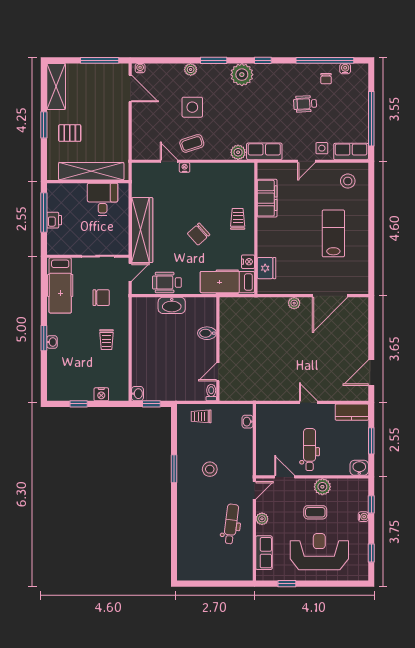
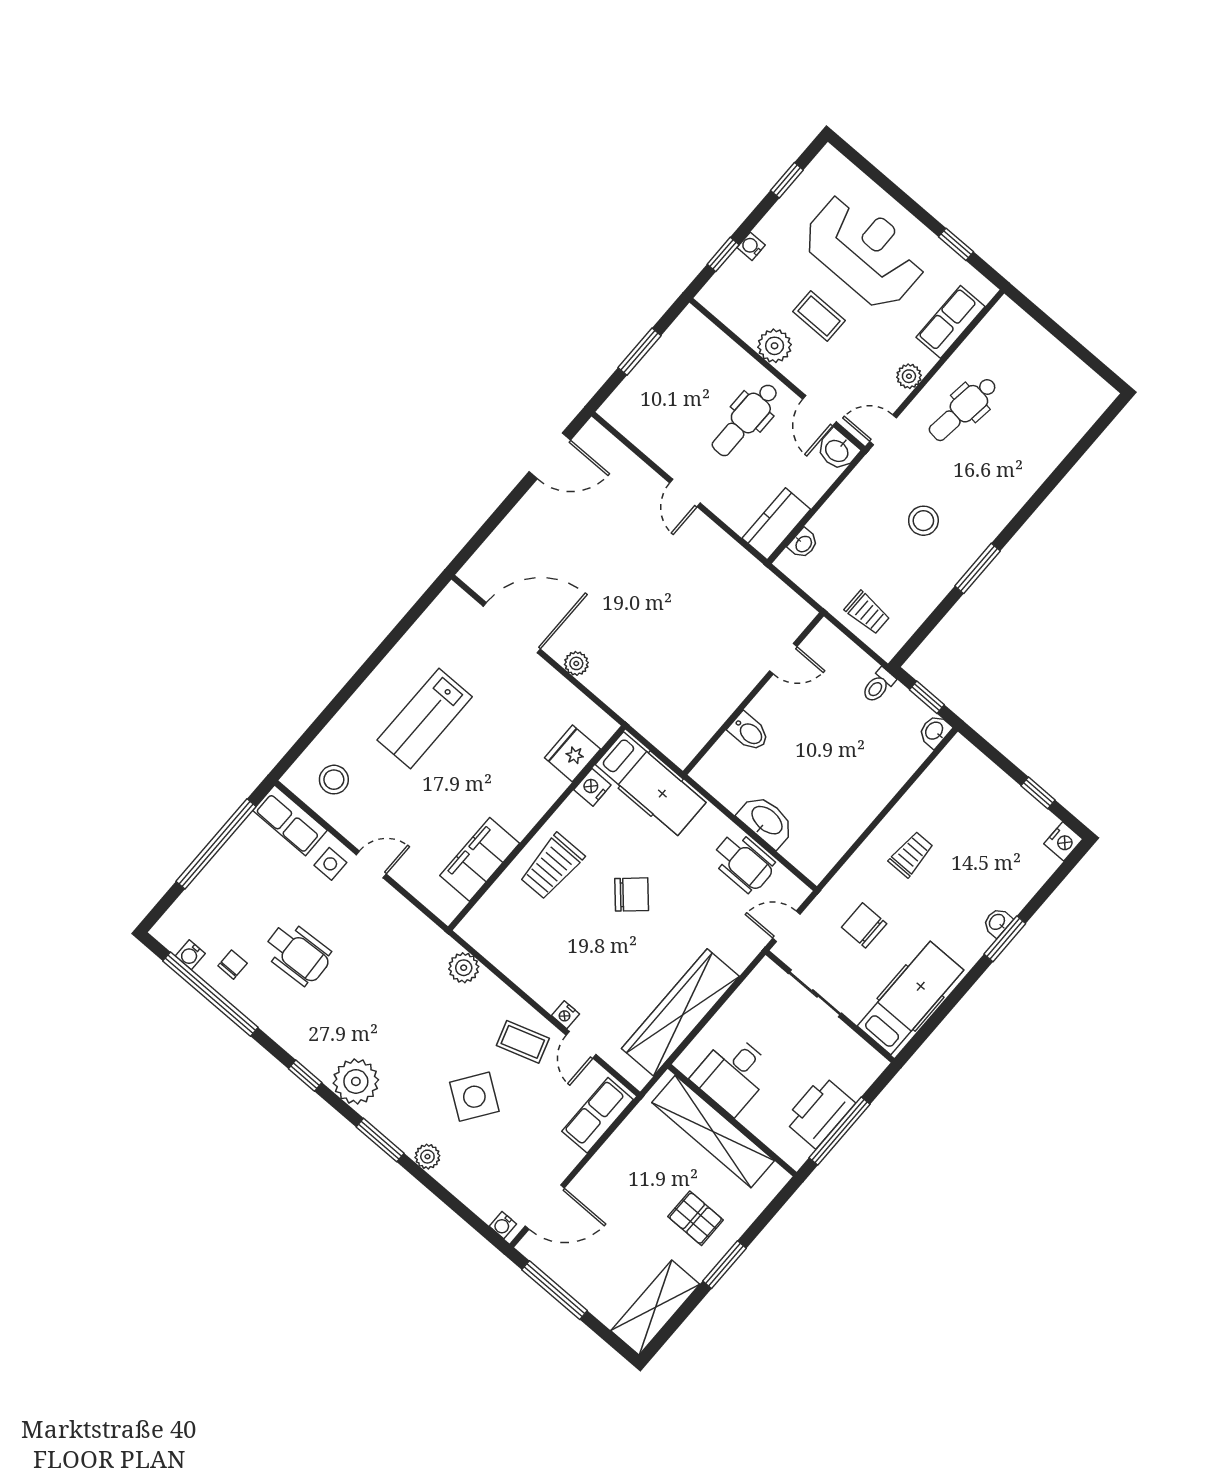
door: (130, 88) -> (545, 1207), swing flipped
wheelchair: (305, 104) -> (298, 953), width x1.36, depth x1.37
side table: (192, 107) -> (474, 1097), turned 35
row of seats: (264, 151) -> (598, 1115), moved, turned 90
trolley: (238, 219) -> (552, 866), width x1.36, depth x1.39
printer: (54, 220) -> (819, 1112), width x1.87, depth x1.48
wardrobe: (142, 230) -> (680, 1012), moved
toilet: (211, 393) -> (878, 686), moved
nightstand: (101, 394) -> (1063, 841), moved, turned 90
kitchen counter: (352, 412) -> (776, 524), moved, turned -90
washbasin: (359, 468) -> (837, 450), moved
reception desk: (319, 552) -> (865, 251), turned 180

